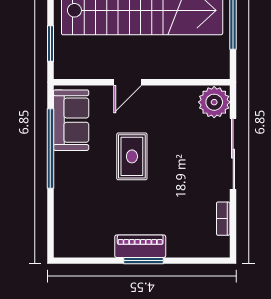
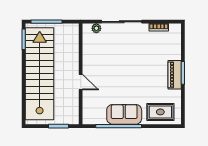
plant: (214, 102) -> (96, 28), width x0.53, depth x0.53
sofa: (71, 120) -> (124, 114), moved
rug: (132, 156) -> (160, 112), moved

